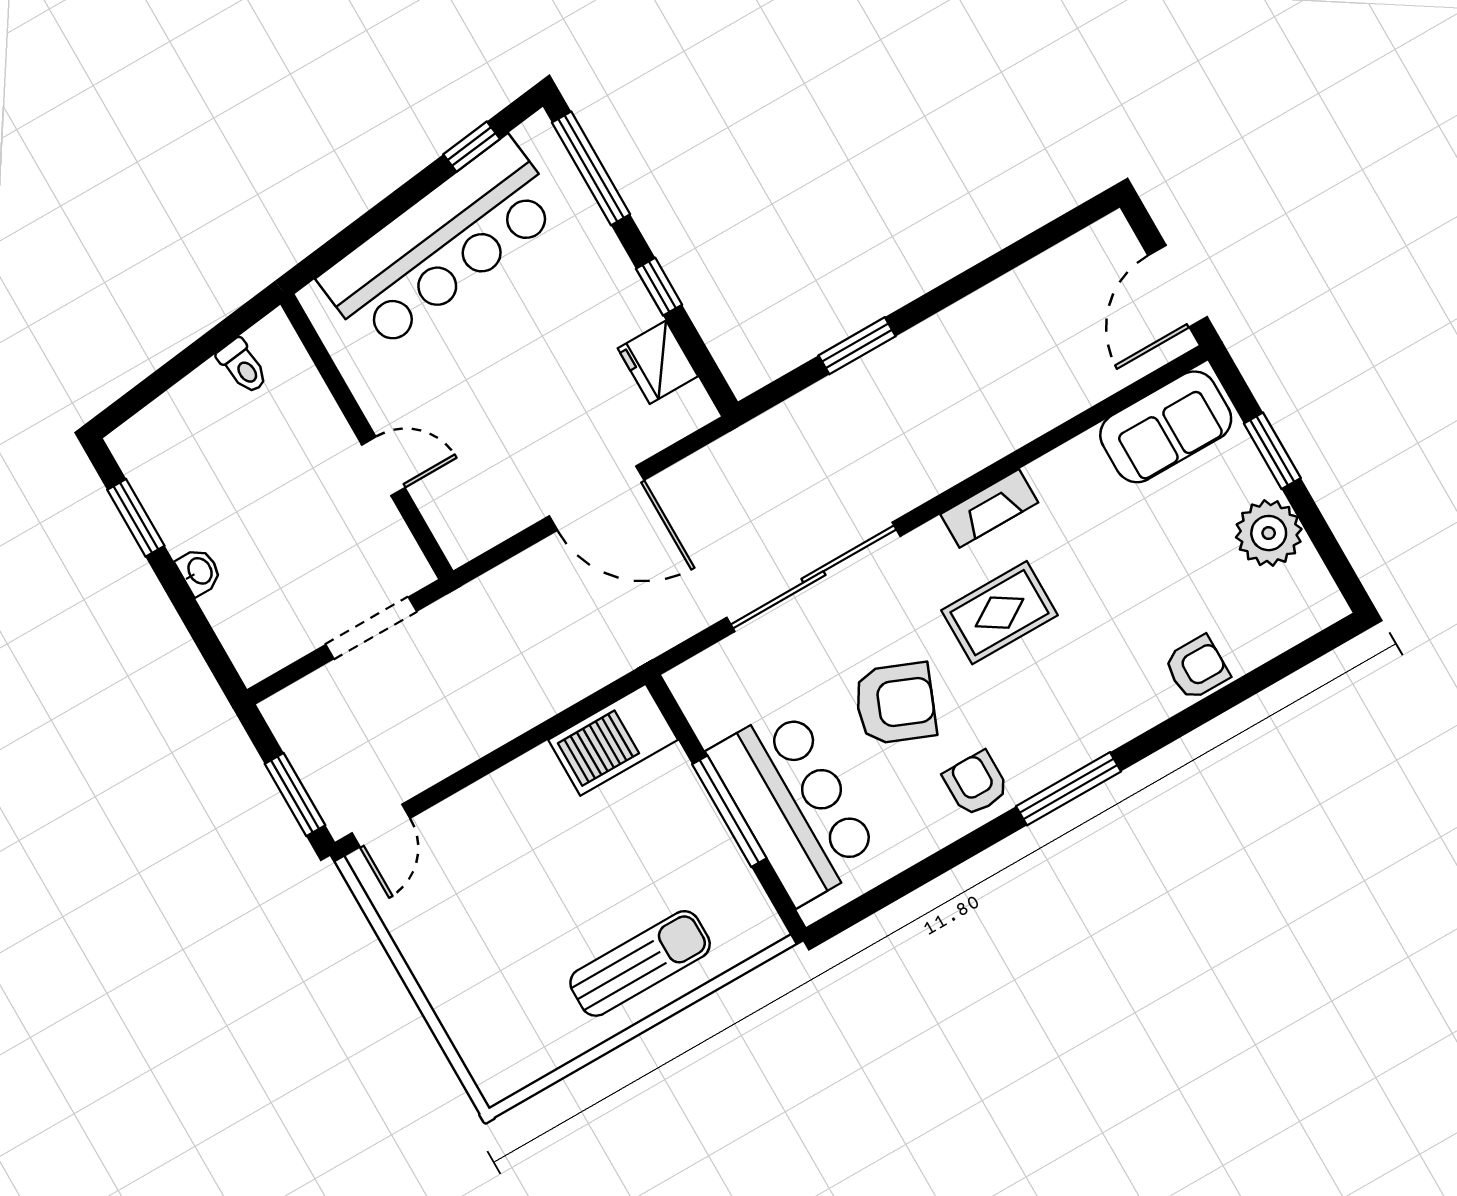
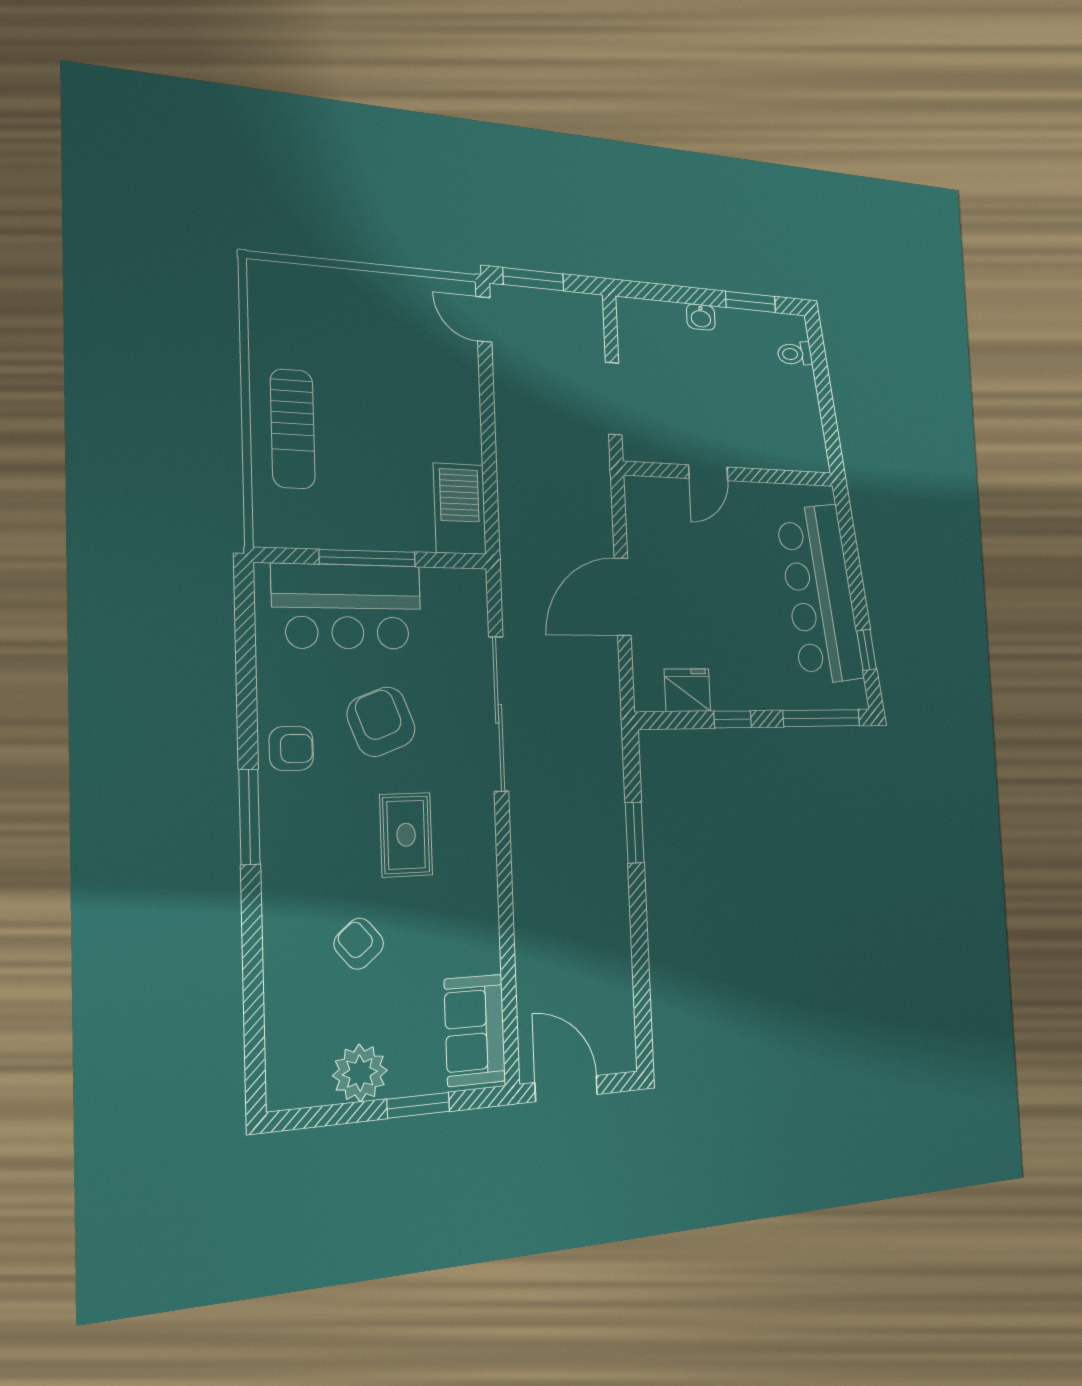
toilet: (243, 366) -> (795, 354), moved
fireplace: (989, 508) -> (483, 867), removed
armchair: (1197, 668) -> (359, 944), moved, turned 140
armchair: (895, 703) -> (381, 722), turned 137

